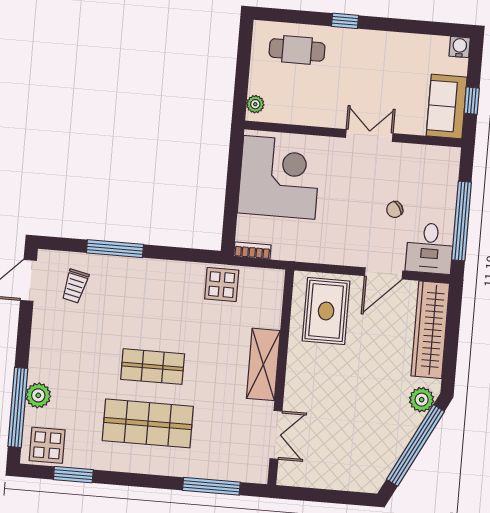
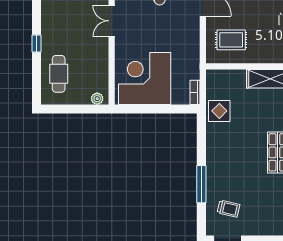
rug: (326, 311) -> (231, 40), width x0.73, depth x0.70

